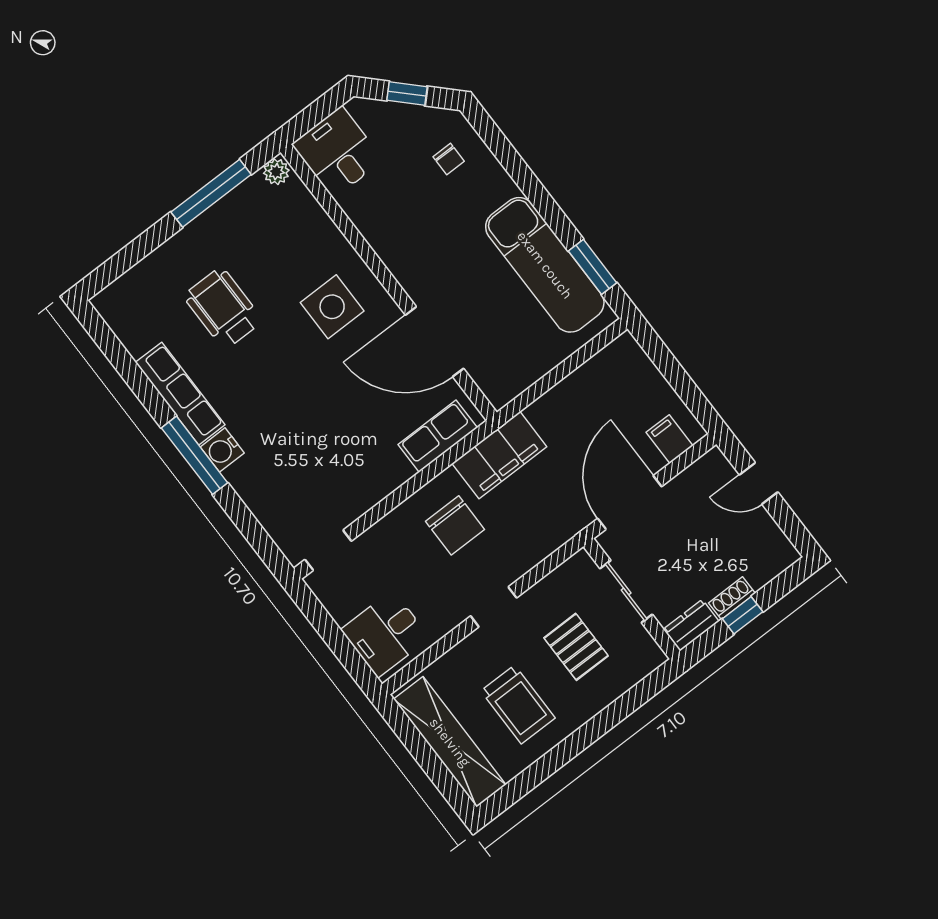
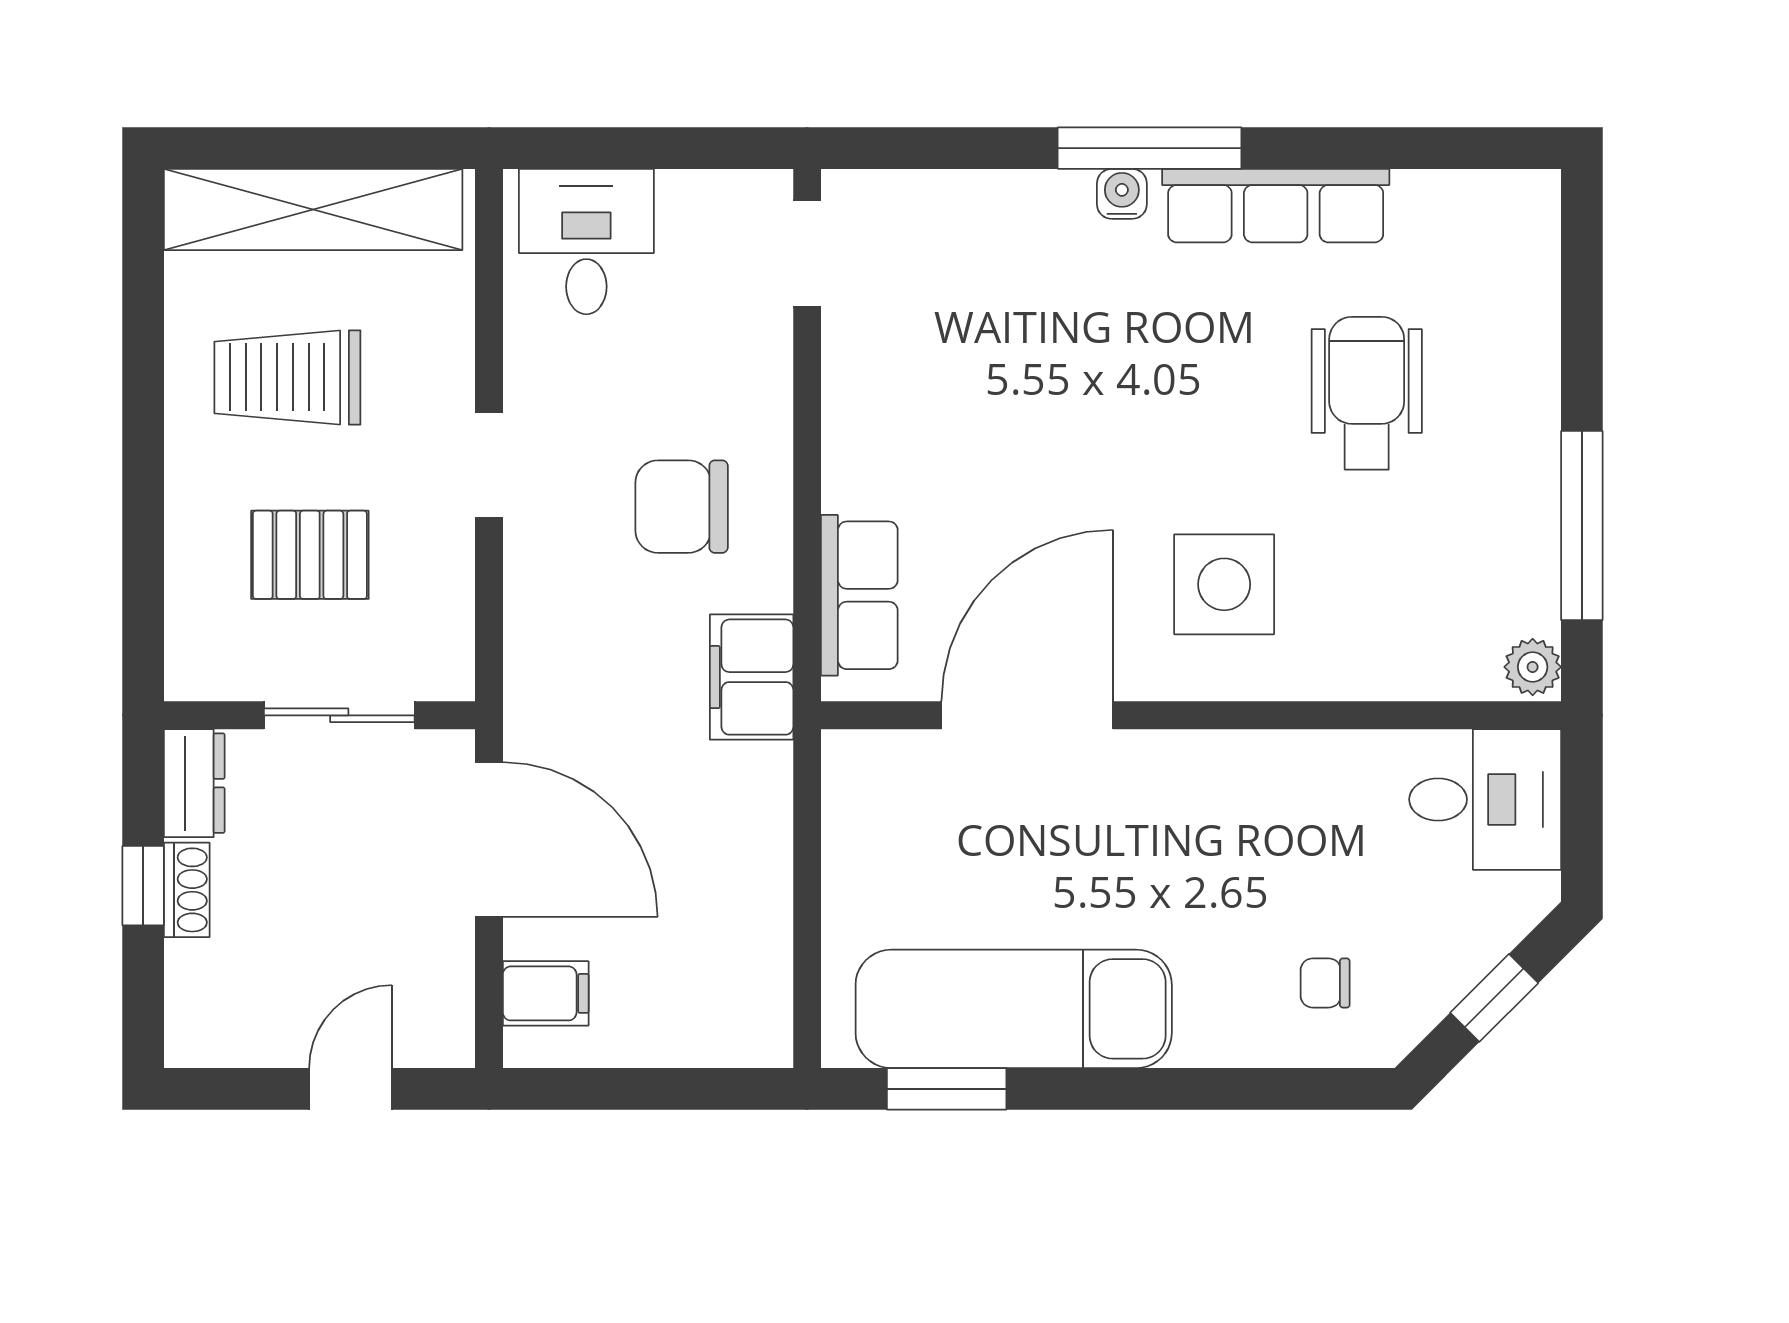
wheelchair: (223, 308) -> (1367, 393), turned -90
water cooler: (222, 450) -> (1122, 194), width x0.72, depth x0.72
filing cabinet: (499, 455) -> (752, 677), width x0.67, depth x0.86

